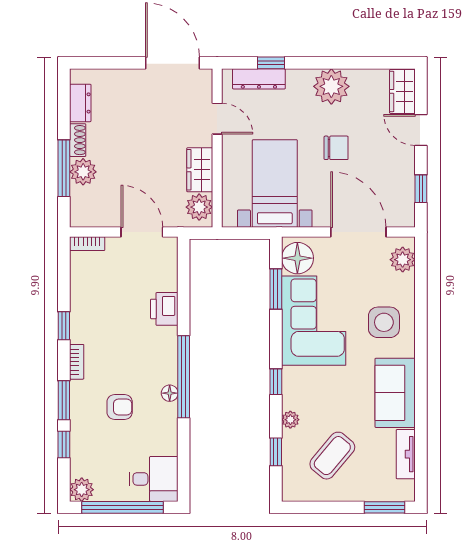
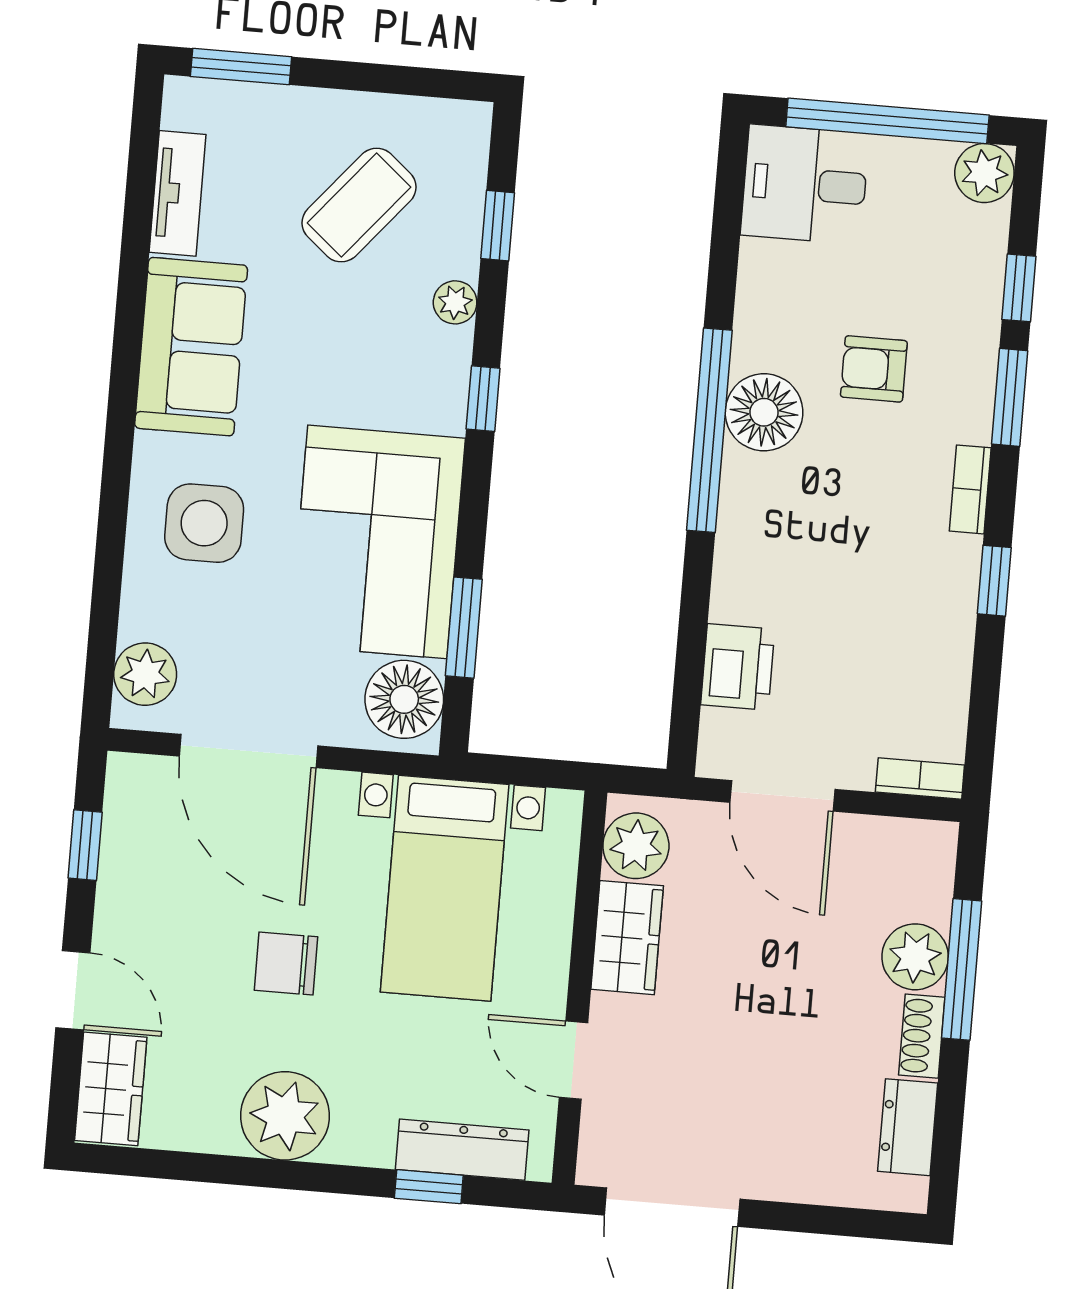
printer: (164, 309) -> (738, 667), moved
floor lamp: (170, 393) -> (764, 412), width x1.89, depth x1.89

